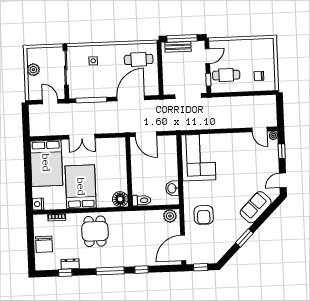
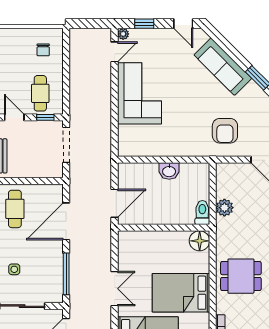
door: (131, 98) -> (66, 221), hinge flipped
corner sofa: (198, 157) -> (139, 93), moved, turned 90
washbasin: (172, 188) -> (169, 171), moved
sofa: (256, 207) -> (223, 67), width x1.36
armchair: (204, 215) -> (225, 131), turned 90
plant: (170, 216) -> (224, 208), moved

